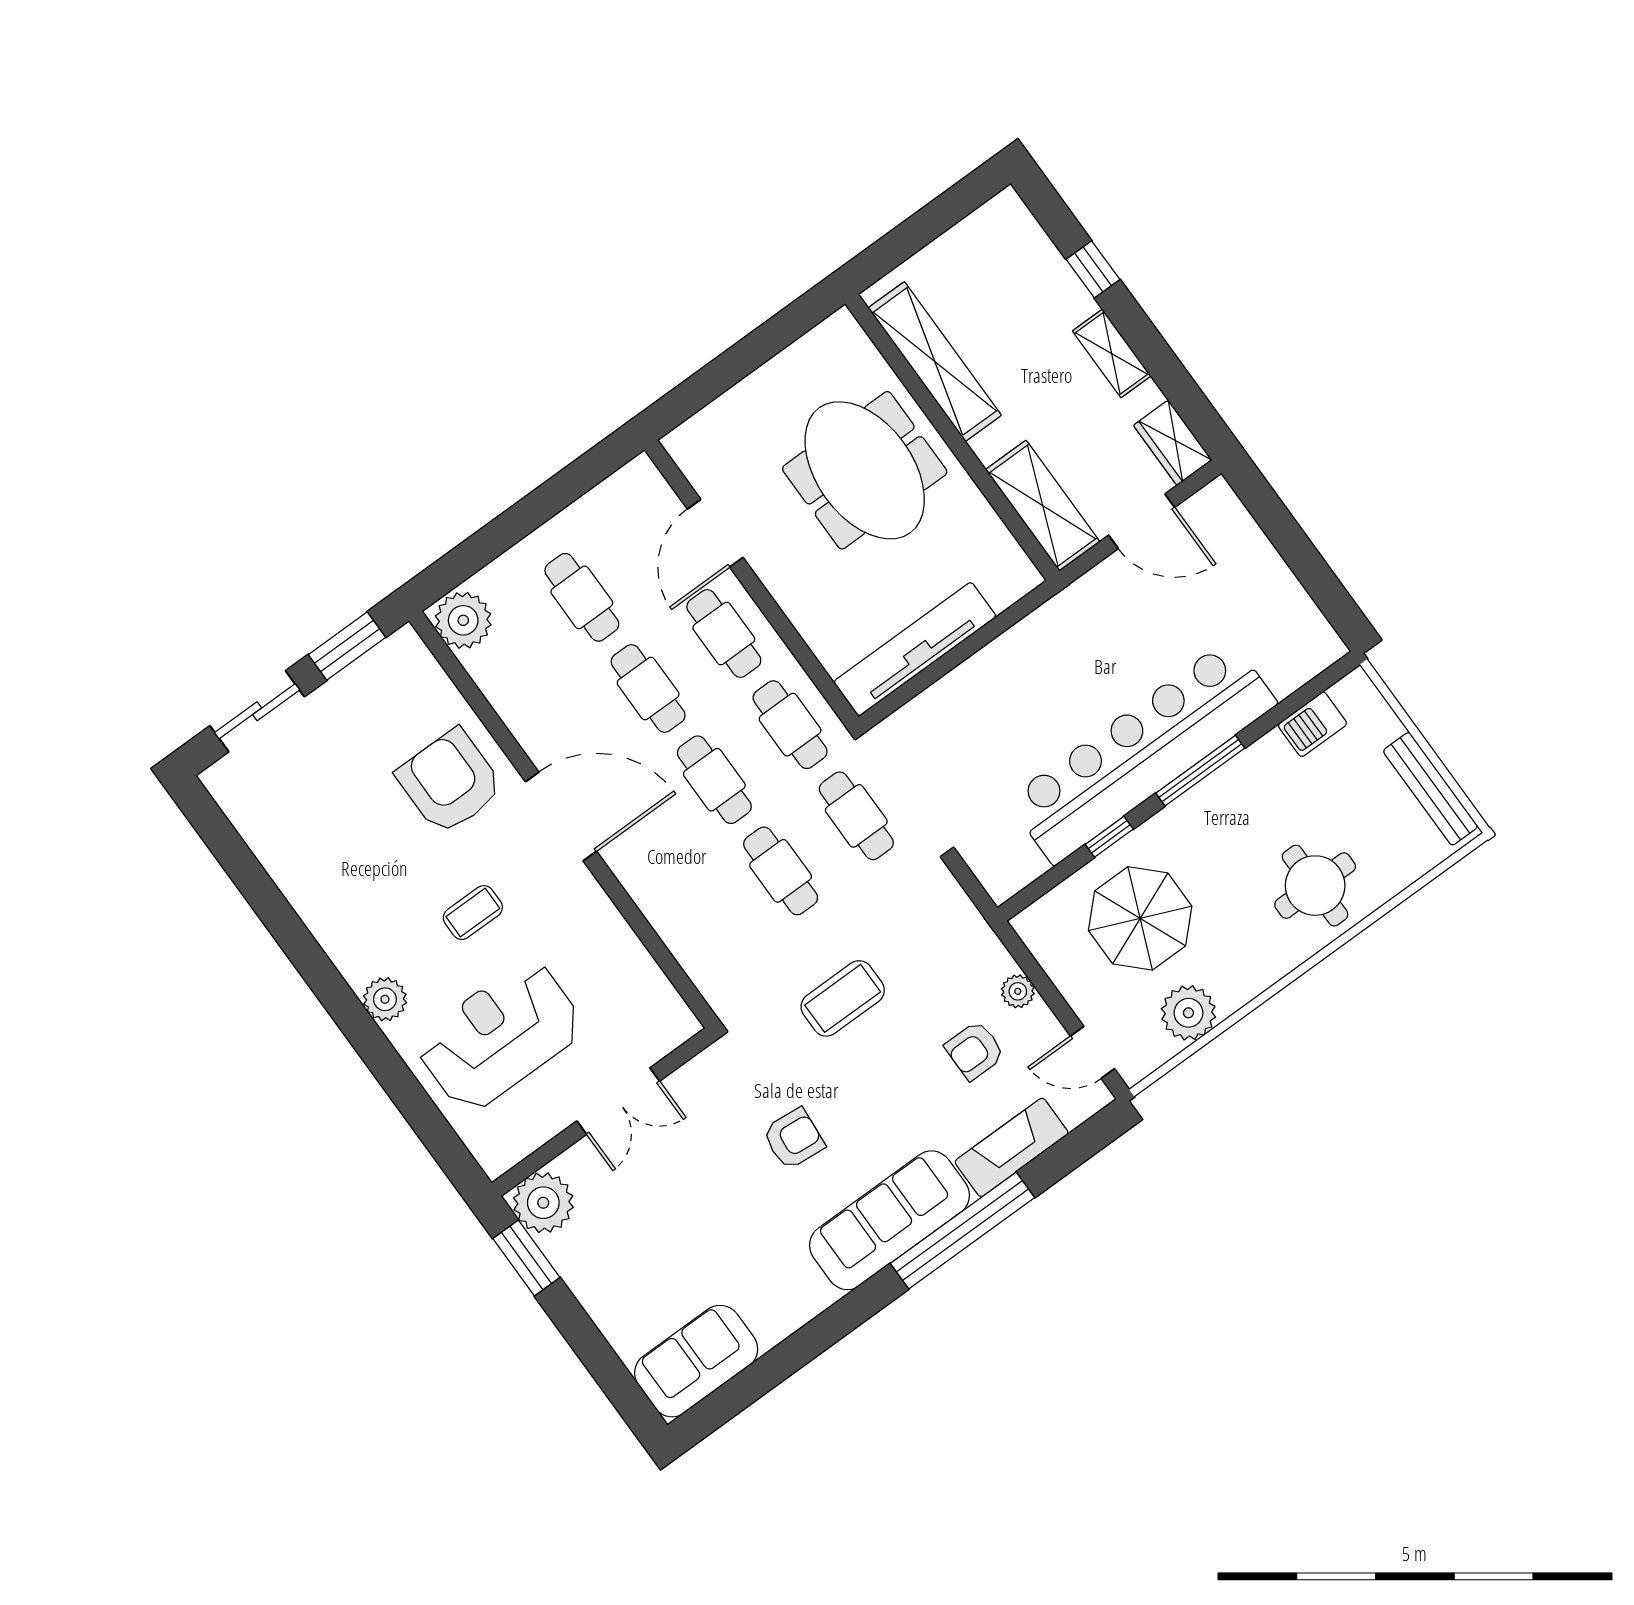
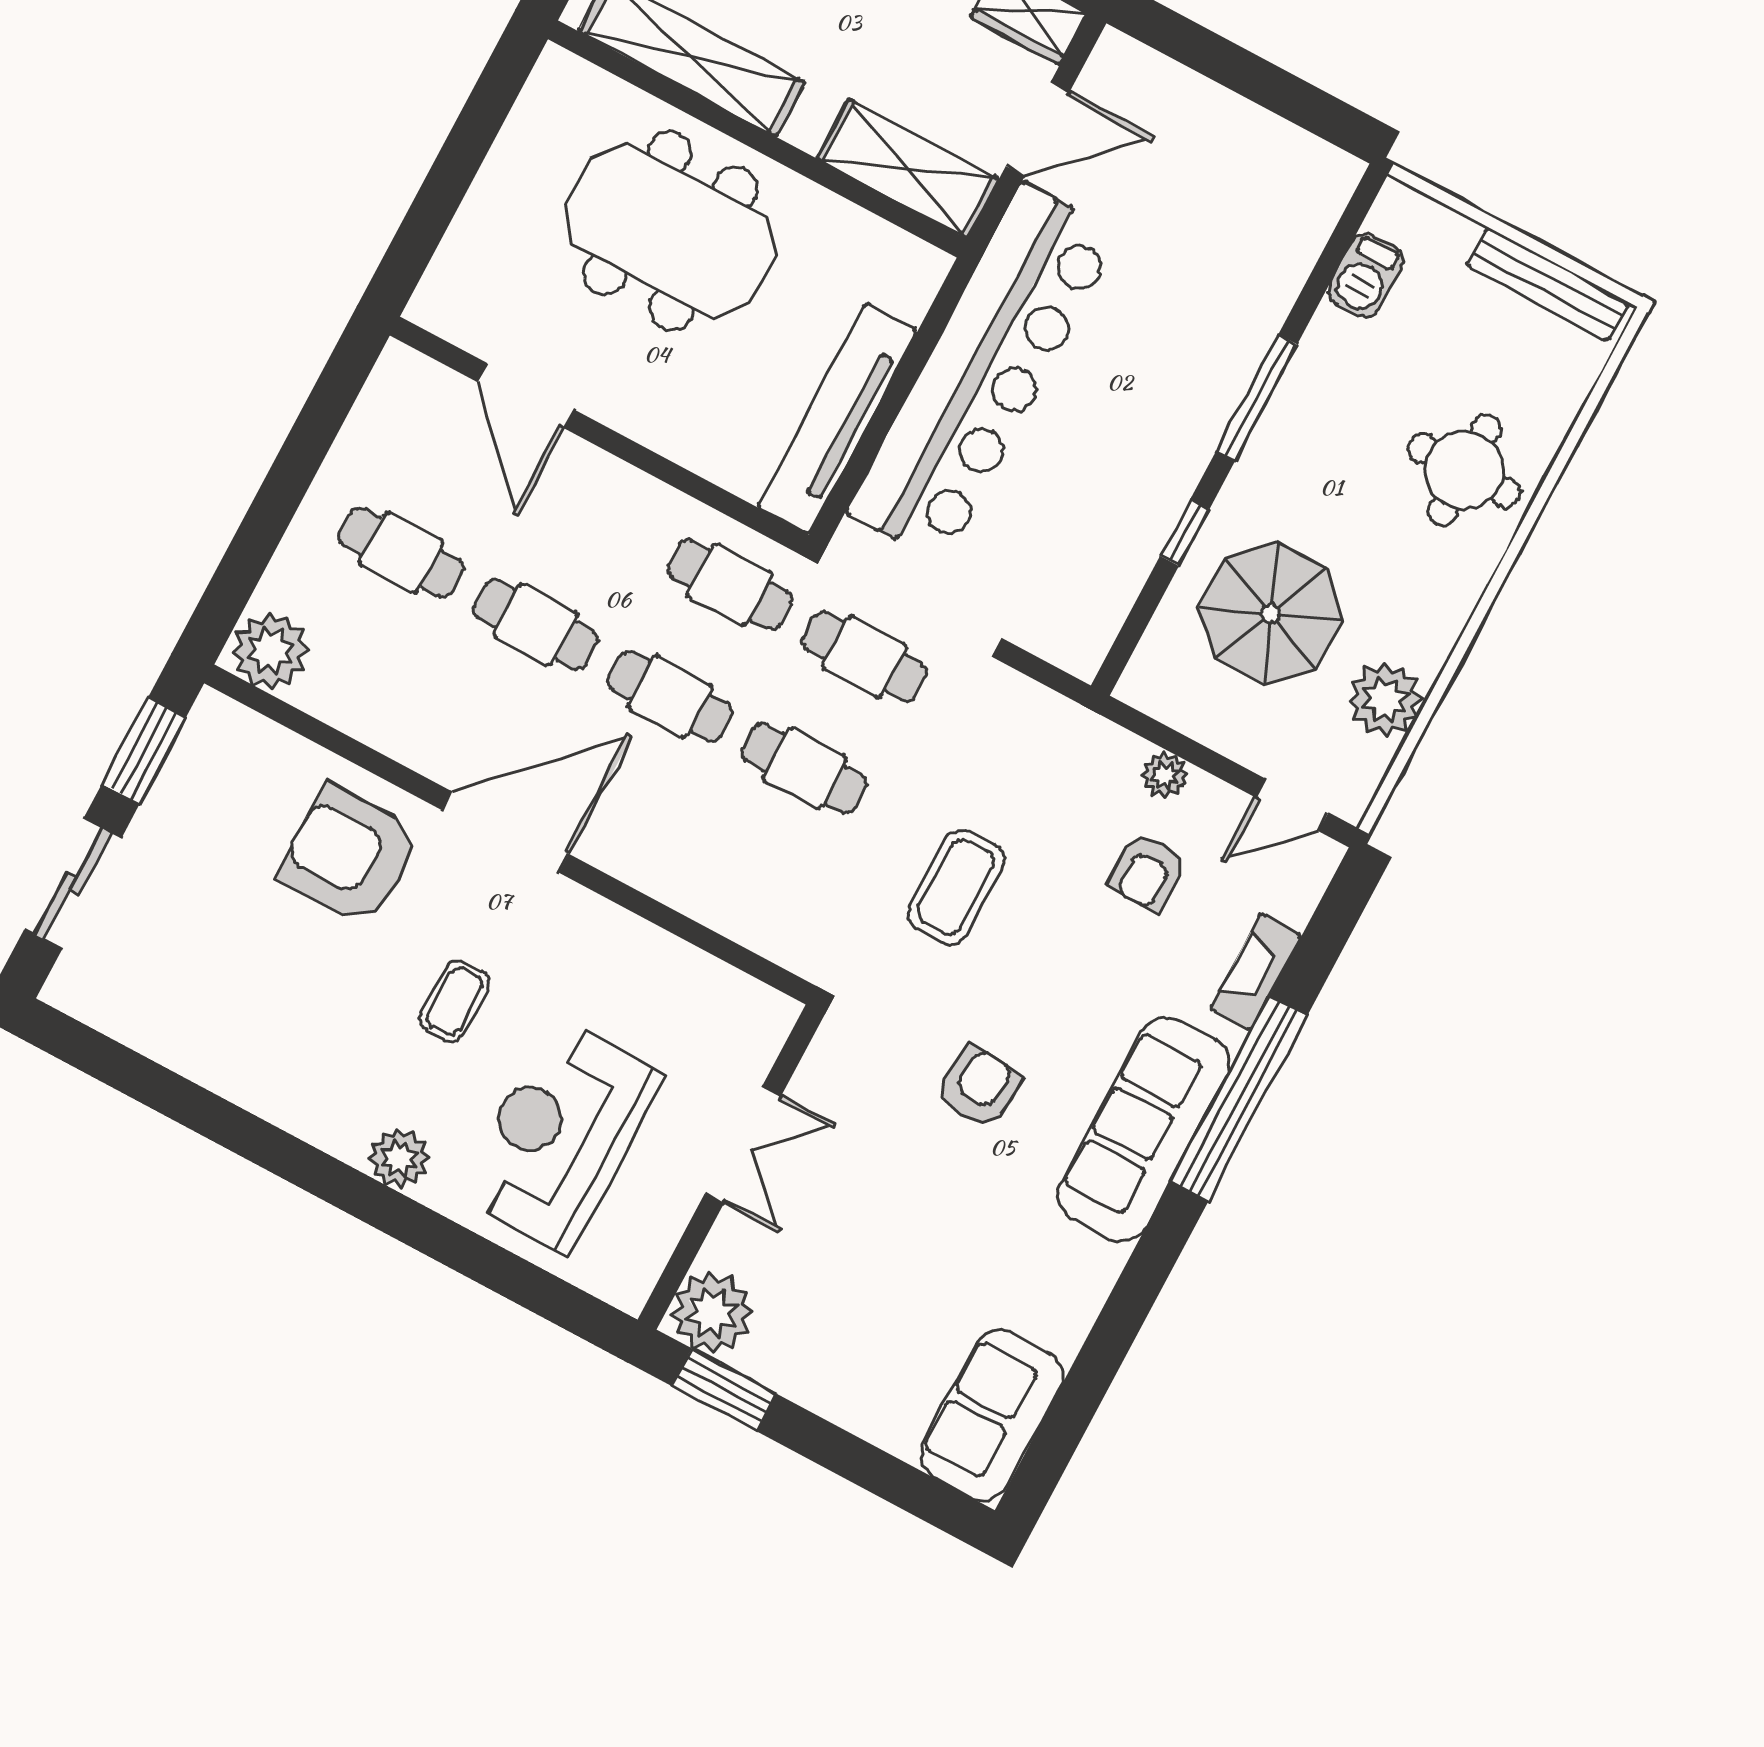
cafe table: (724, 633) -> (595, 513), removed
bar counter: (1142, 752) -> (983, 373), moved, turned 180
fireplace: (1012, 1147) -> (1256, 972), width x0.73, depth x0.76

